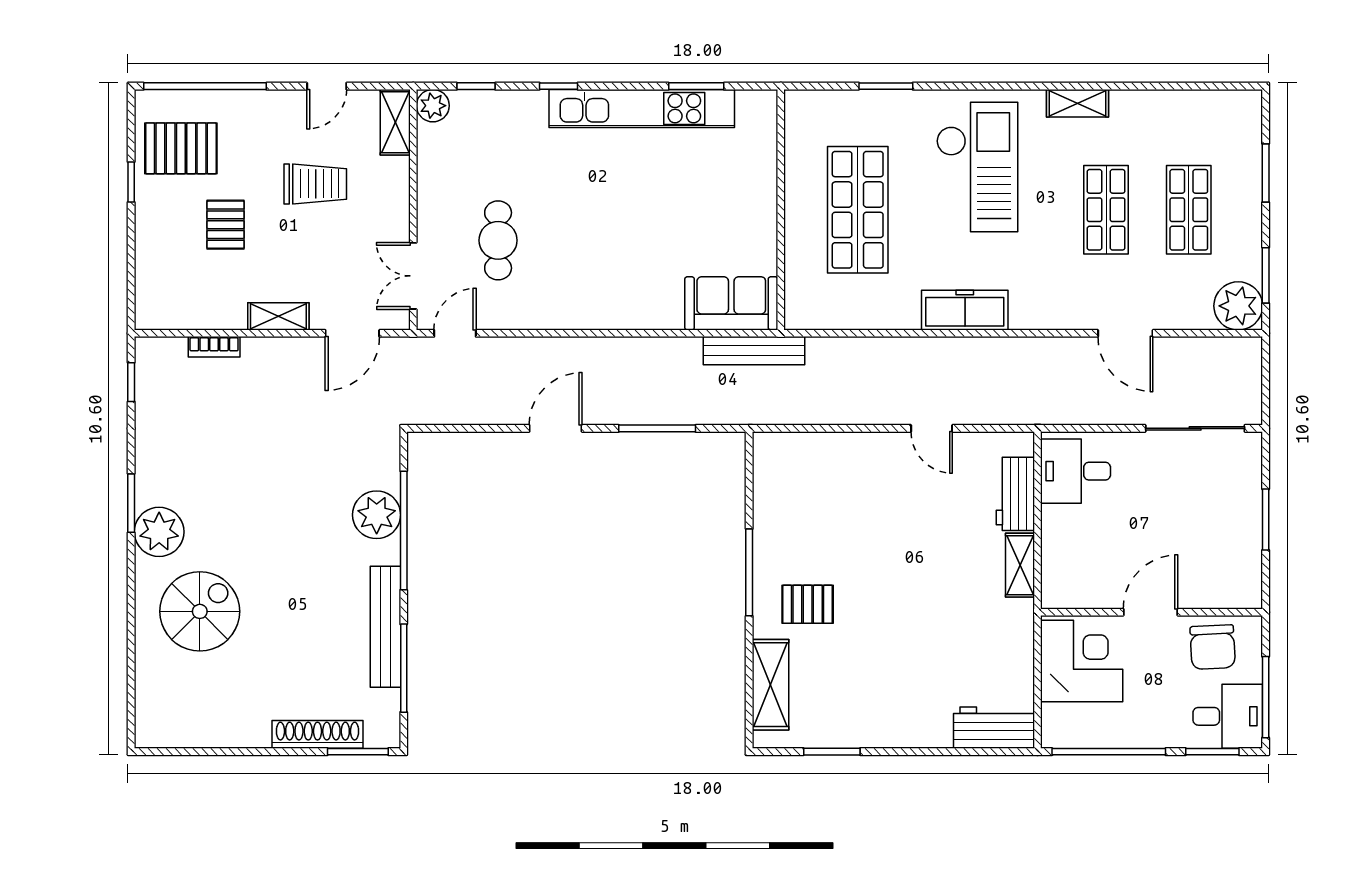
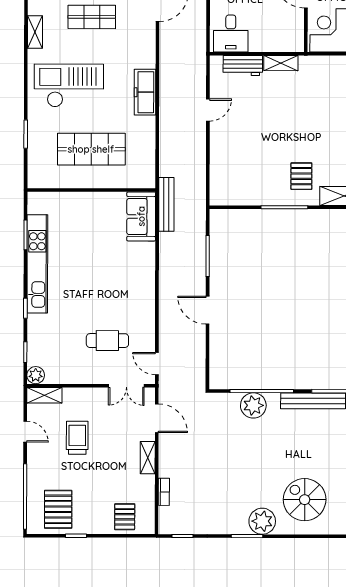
pallet: (226, 225) -> (125, 517), moved, turned 90

